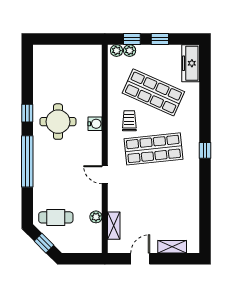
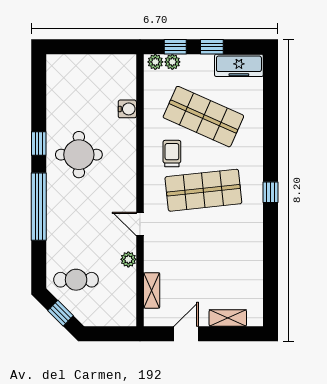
freezer: (191, 63) -> (239, 65), moved, turned -90
water cooler: (95, 124) -> (127, 109), moved
plant: (96, 217) -> (128, 259), moved

